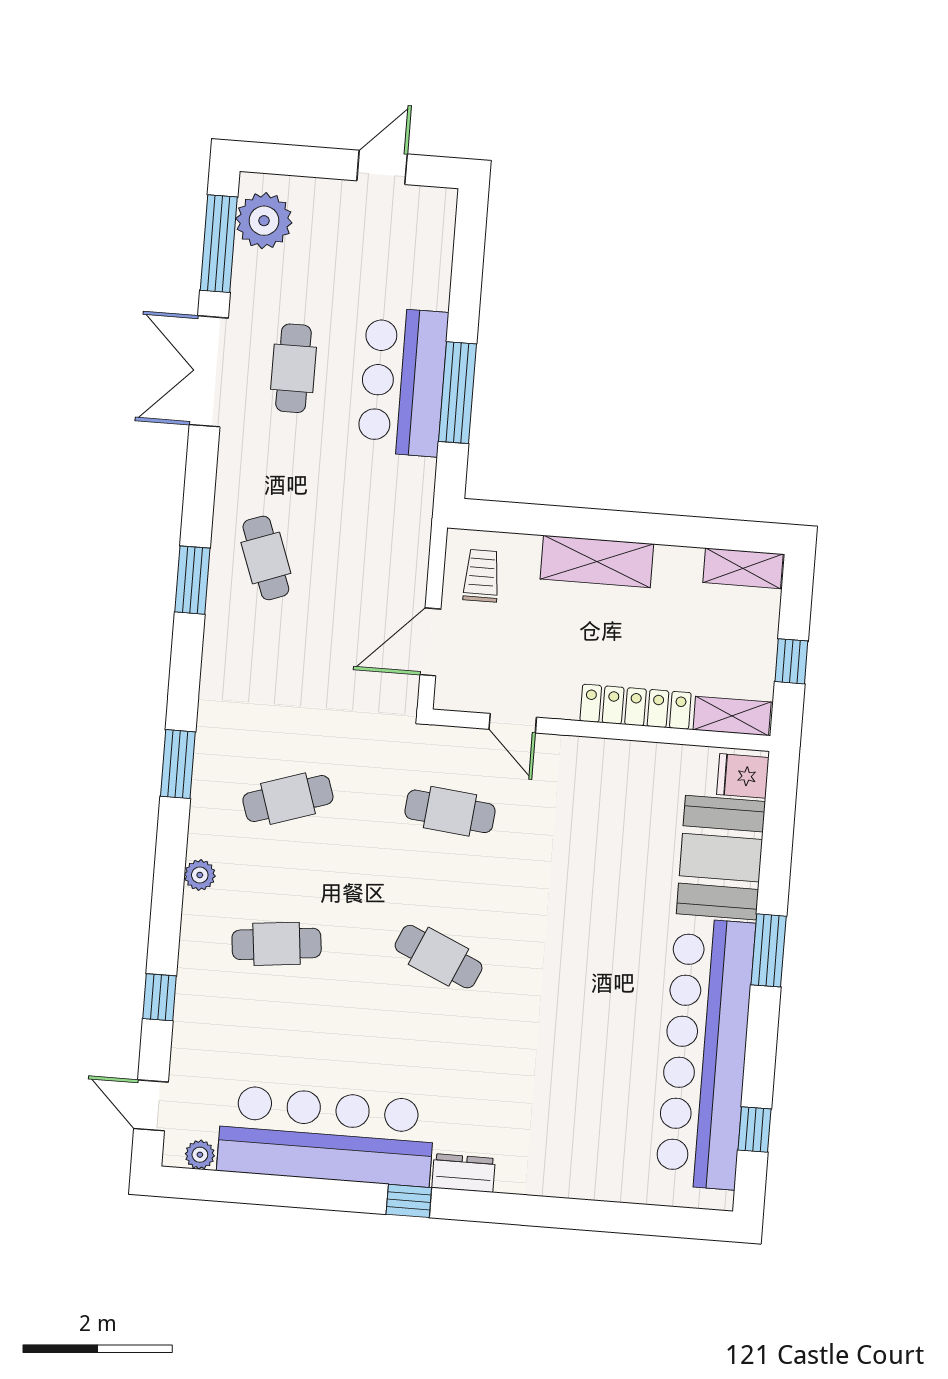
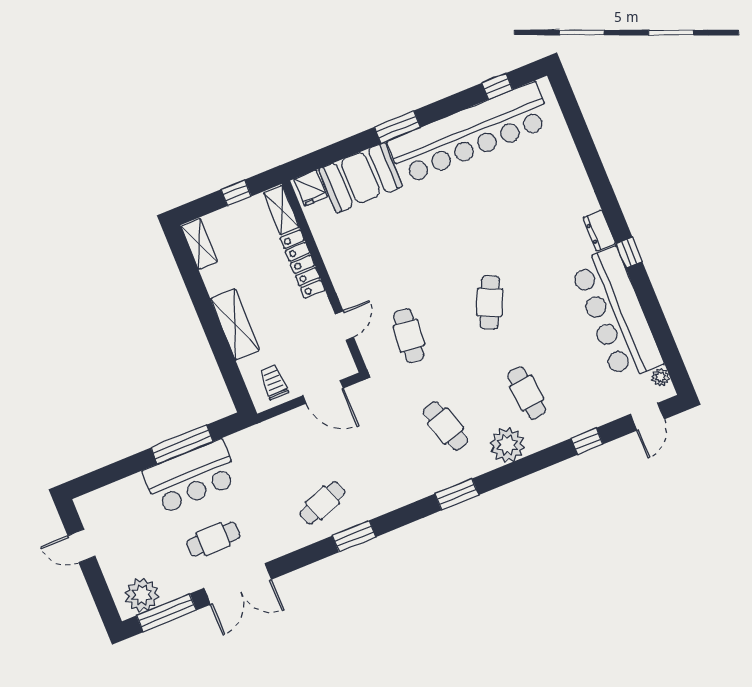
trolley: (482, 576) -> (274, 382), turned 90
plant: (200, 875) -> (507, 445), width x1.88, depth x1.88

